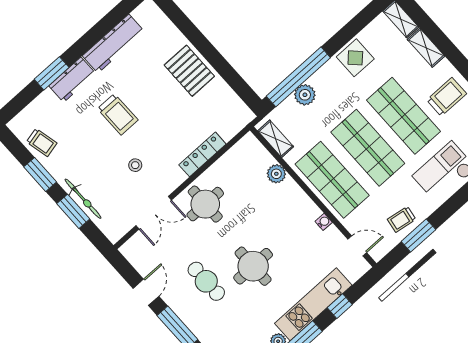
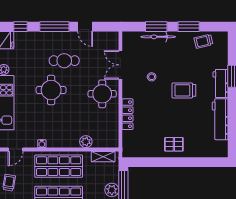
pallet: (189, 71) -> (174, 144), width x0.67, depth x0.71

